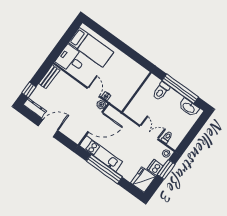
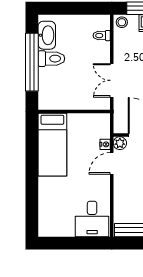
bed: (91, 47) -> (52, 145), moved, turned 180
toilet: (161, 91) -> (51, 59), moved
double door: (149, 133) -> (112, 80), moved

